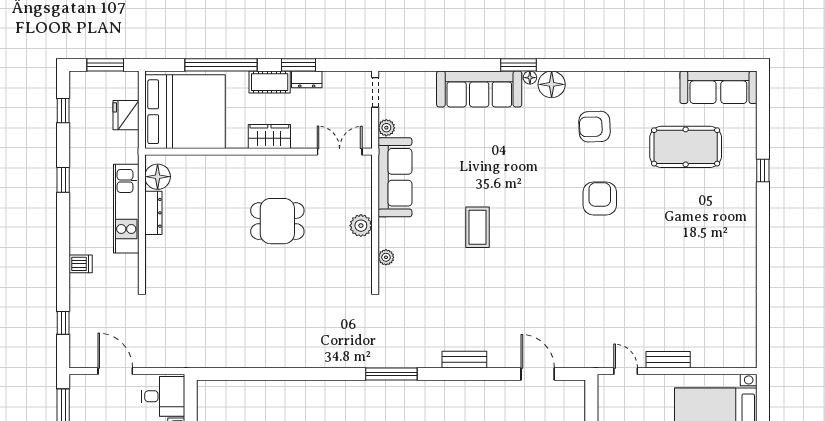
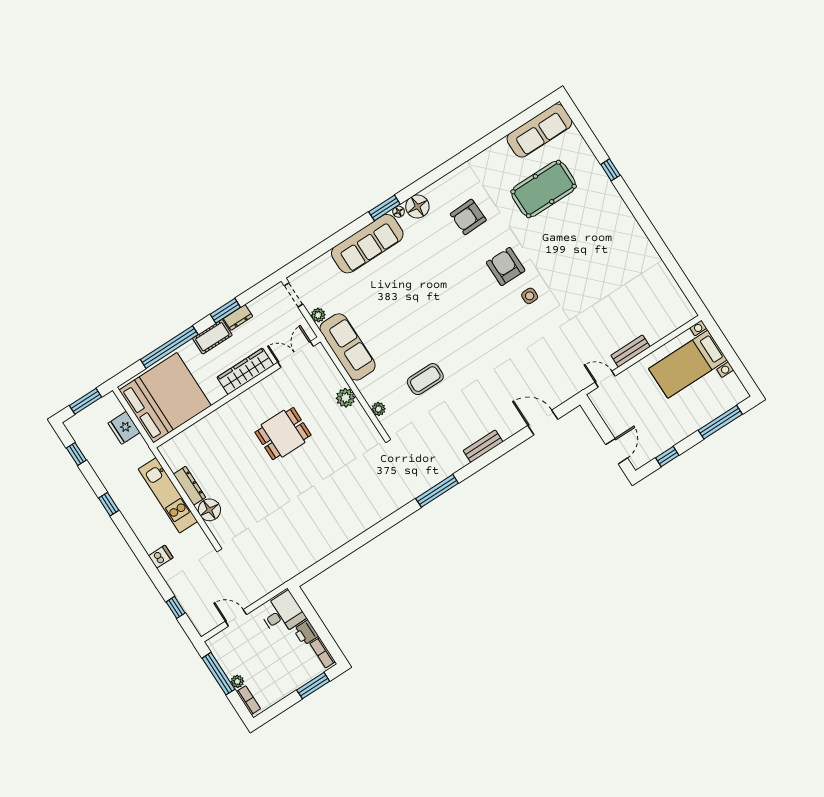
wardrobe: (269, 137) -> (245, 371), width x1.50
floor lamp: (158, 177) -> (209, 510), moved
coffee table: (477, 227) -> (425, 379), moved, turned 90
side table: (605, 242) -> (530, 296), added
door: (115, 371) -> (236, 618), width x0.73

